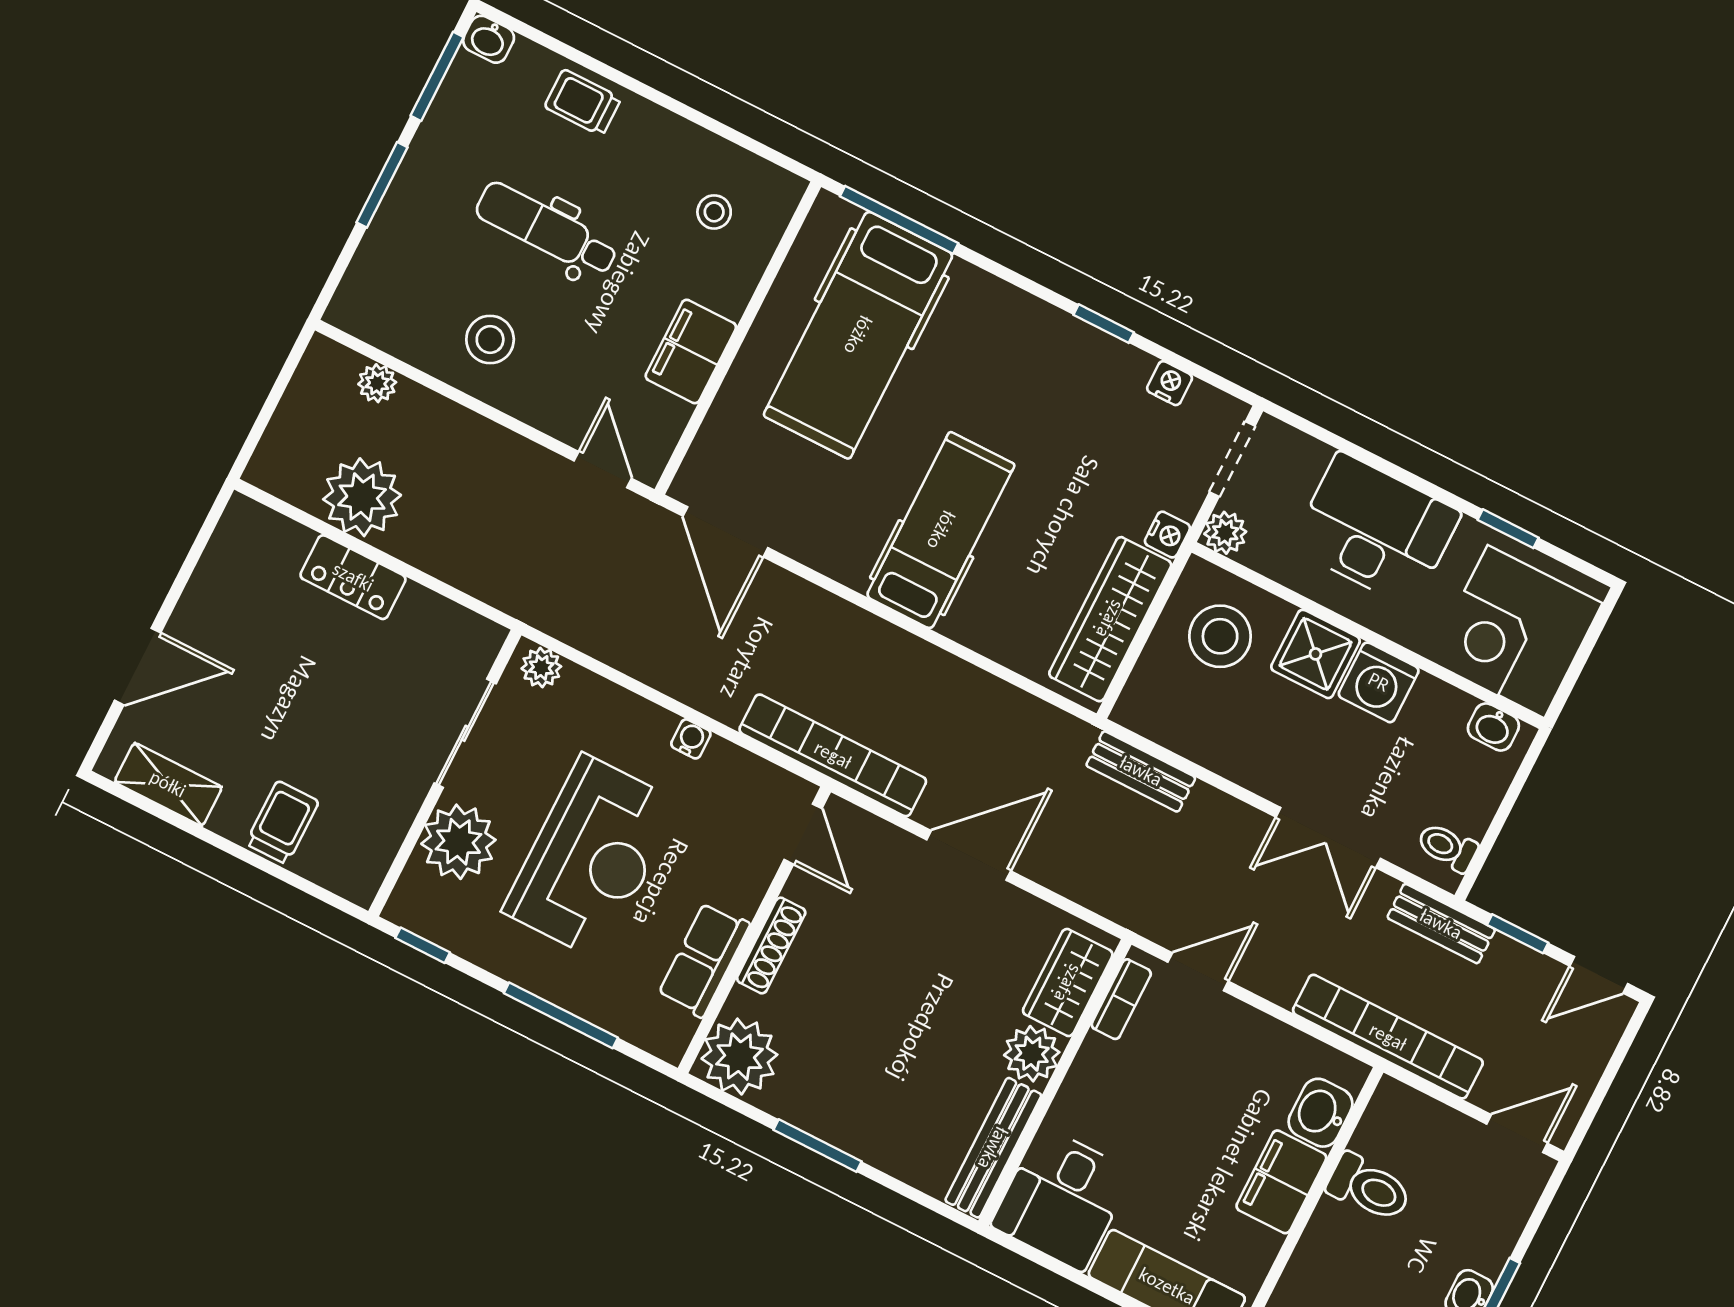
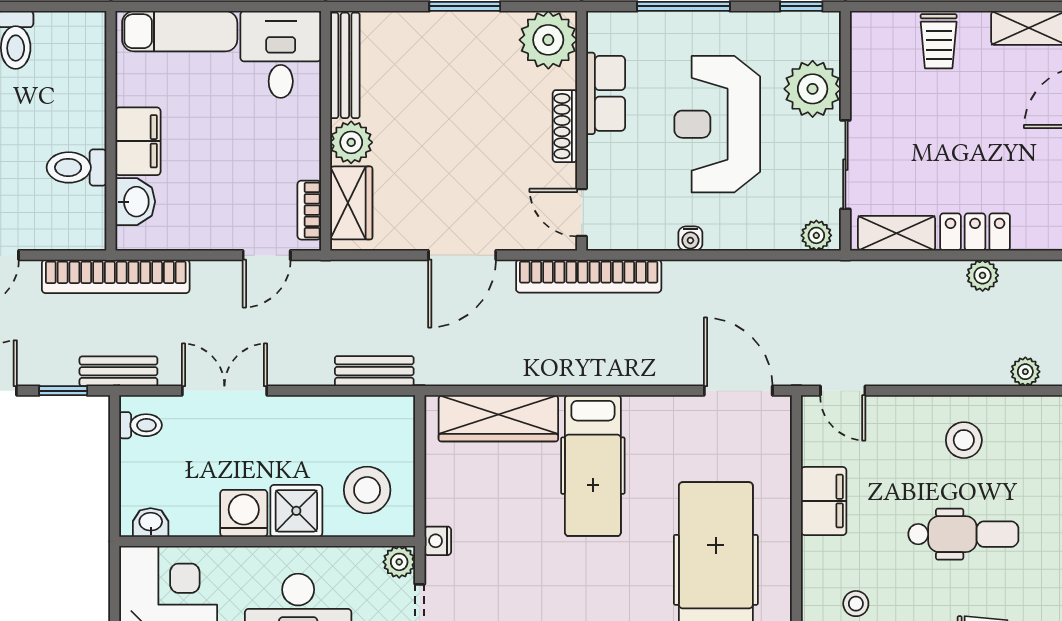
plant: (362, 497) -> (983, 275), width x0.53, depth x0.53
wardrobe: (1110, 619) -> (498, 418), moved, turned 90
shelving: (446, 622) -> (897, 233), added

